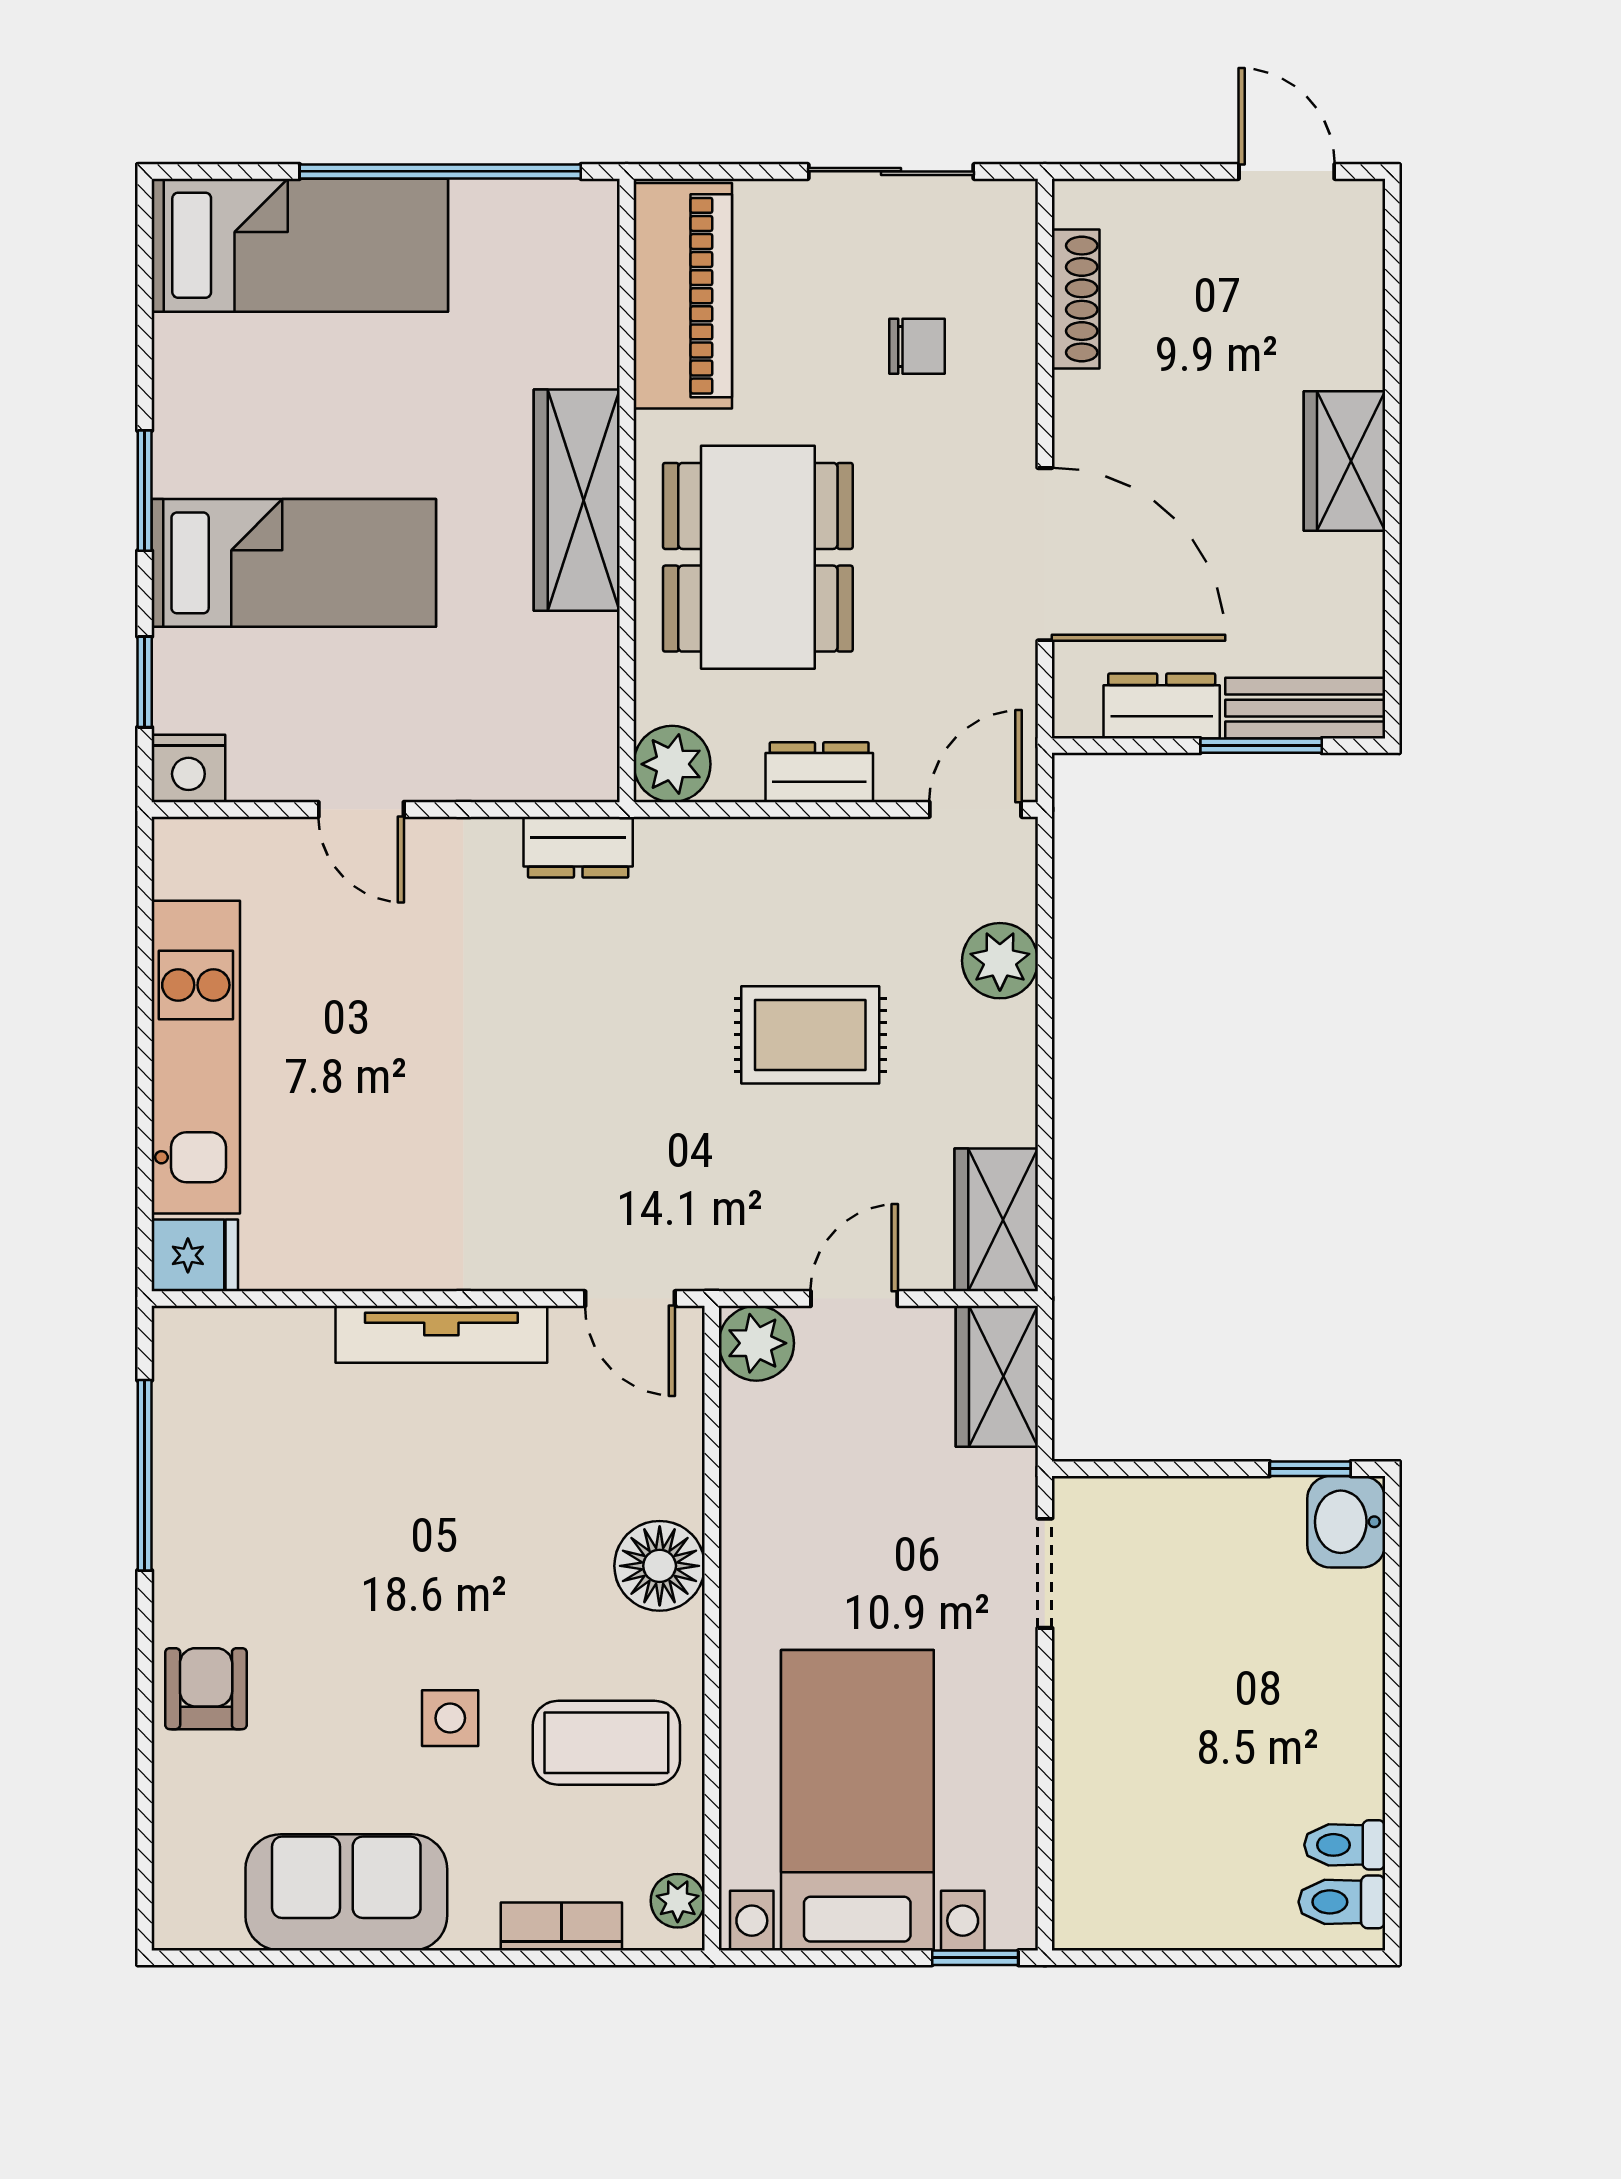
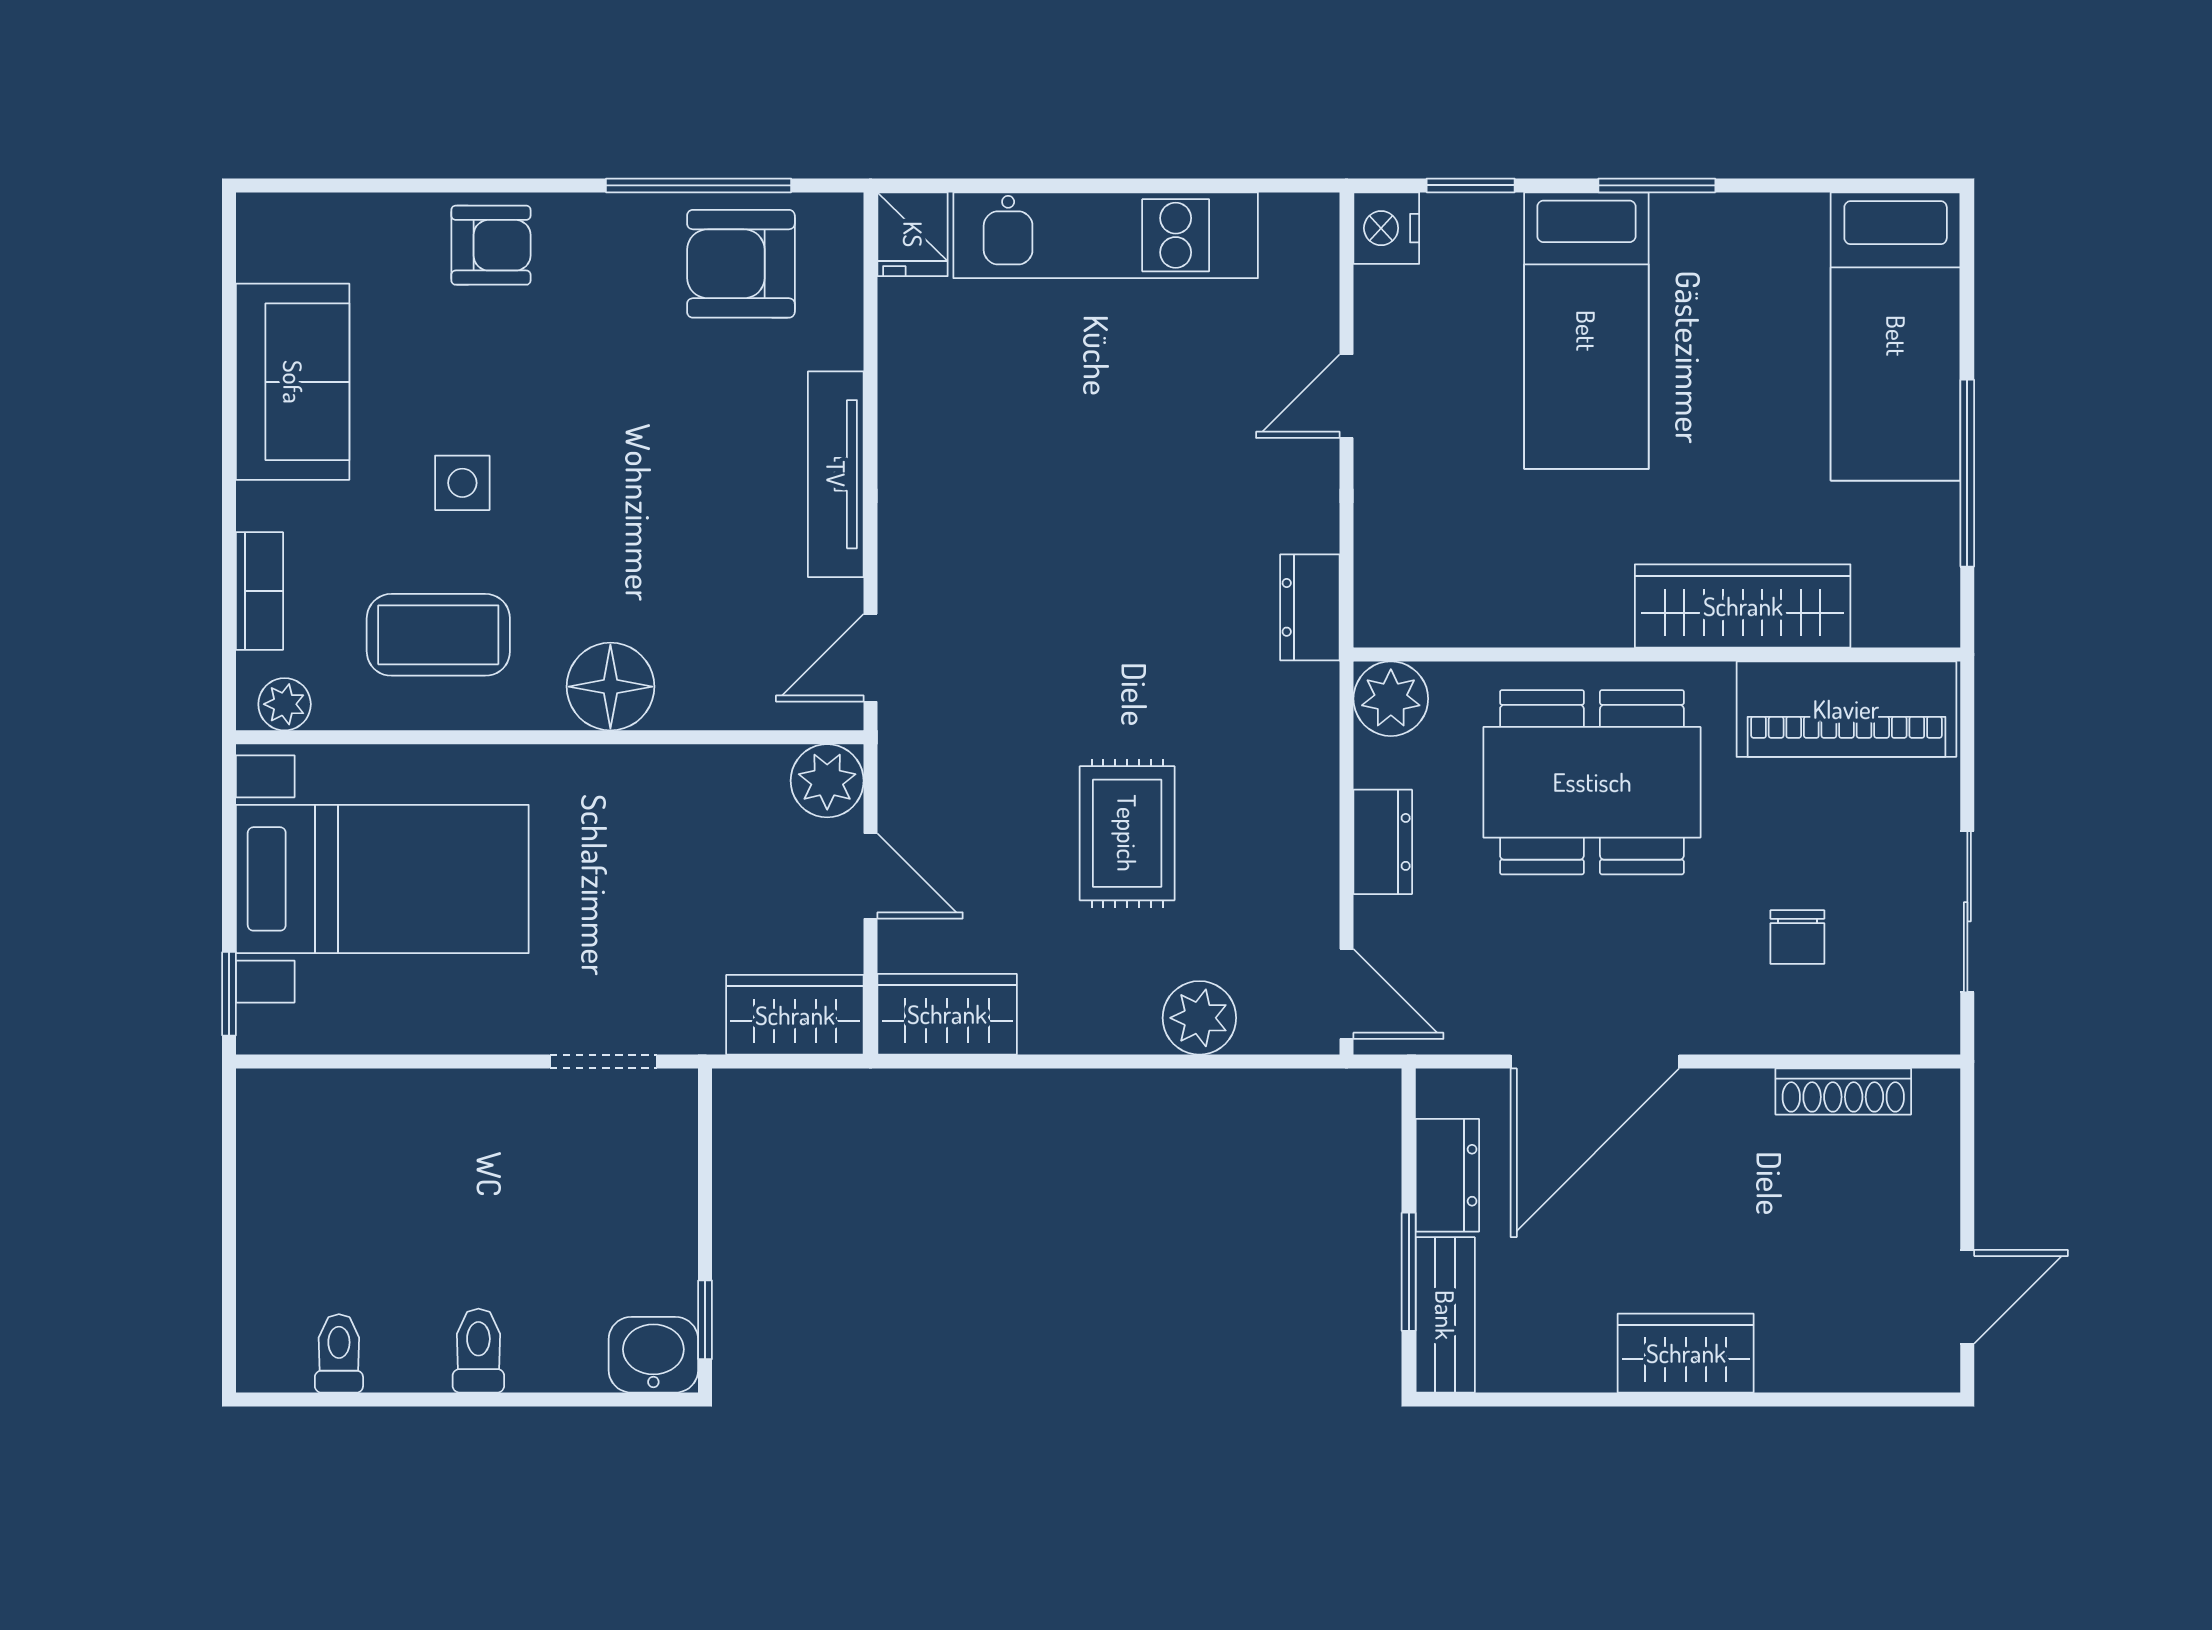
window: (440, 171) -> (1967, 473), width x0.68
wardrobe: (577, 500) -> (1743, 606), moved
armchair: (225, 1432) -> (741, 264), added
coffee table: (606, 1743) -> (438, 635), turned 90
toilet: (1342, 1902) -> (478, 1351), moved

